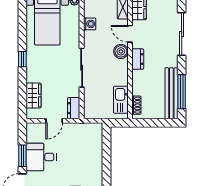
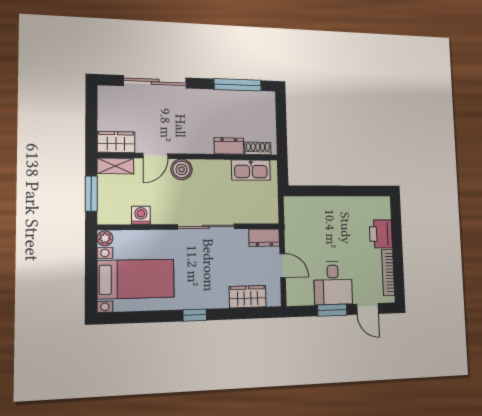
dresser: (138, 59) -> (229, 146), moved
bench: (171, 93) -> (240, 99), removed

